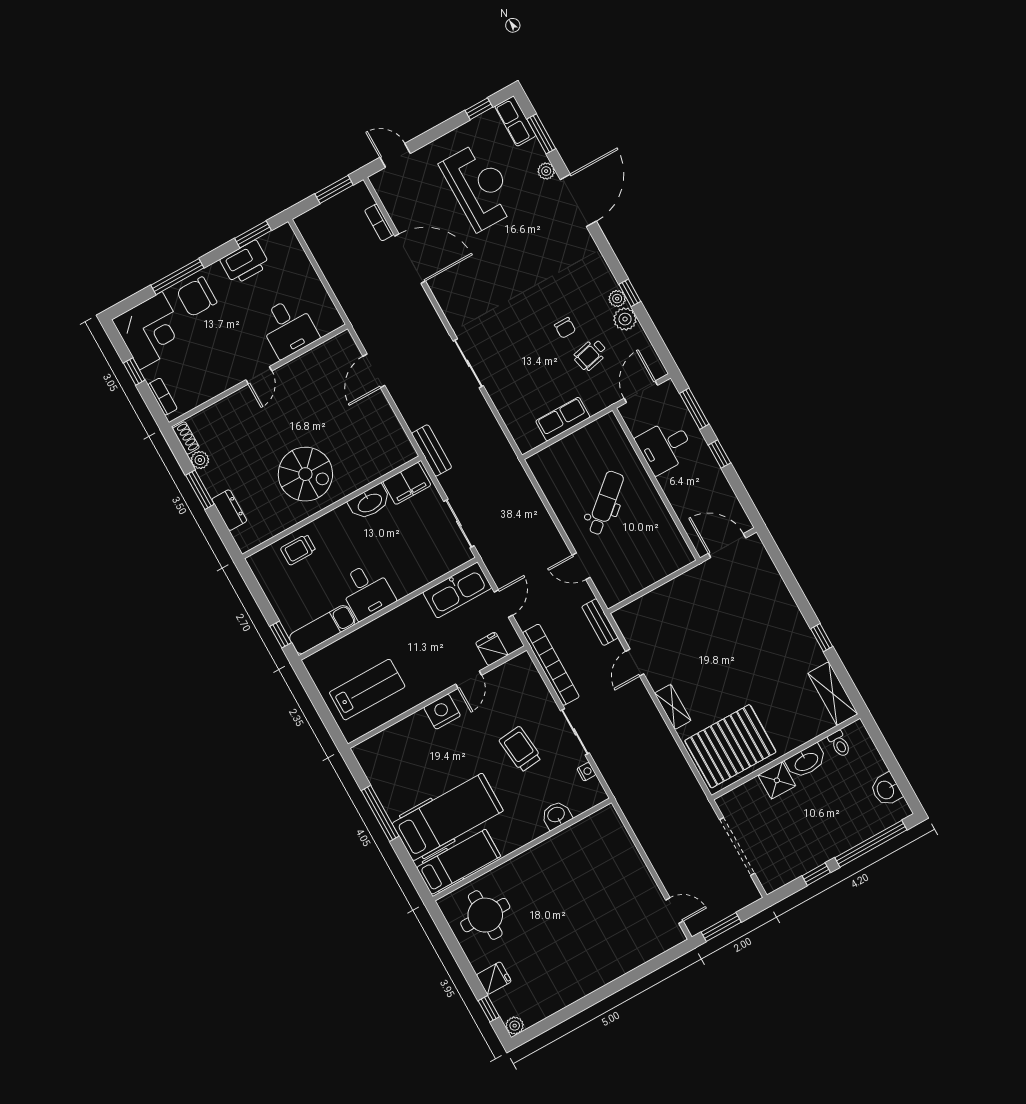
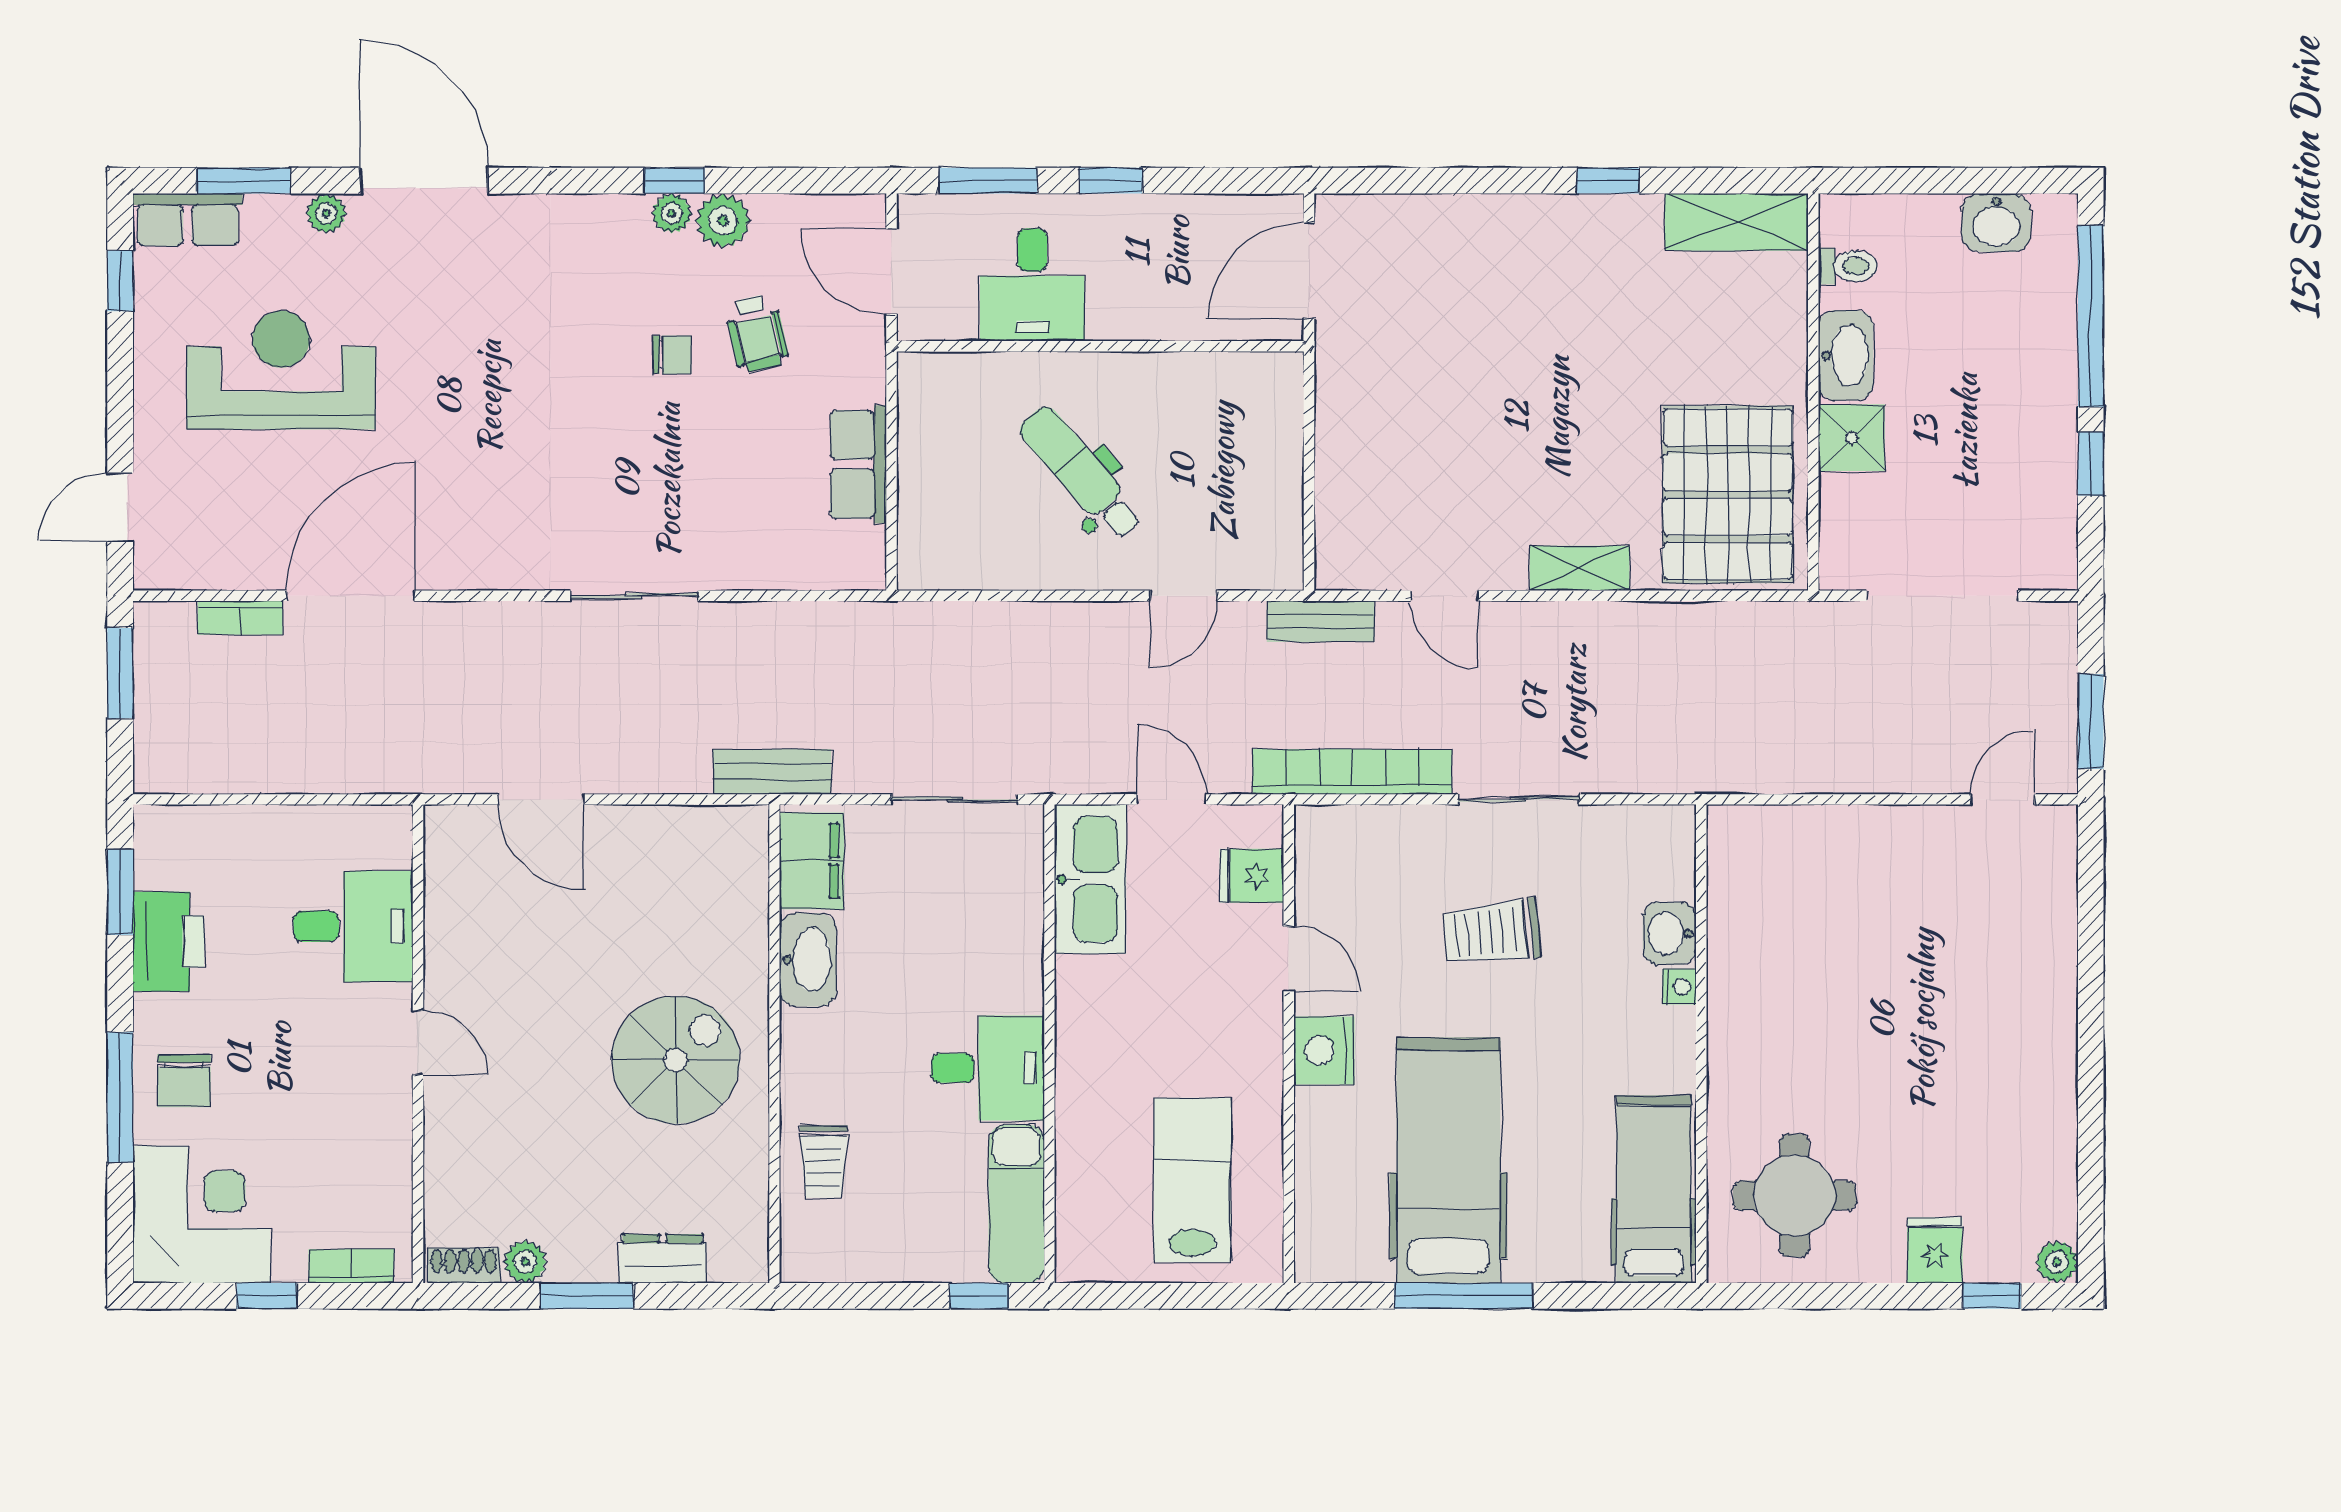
chair: (197, 297) -> (184, 1081), width x0.73, depth x0.73
nightstand: (586, 772) -> (1679, 987), moved, turned 90
hospital bed: (448, 817) -> (1448, 1160), moved

